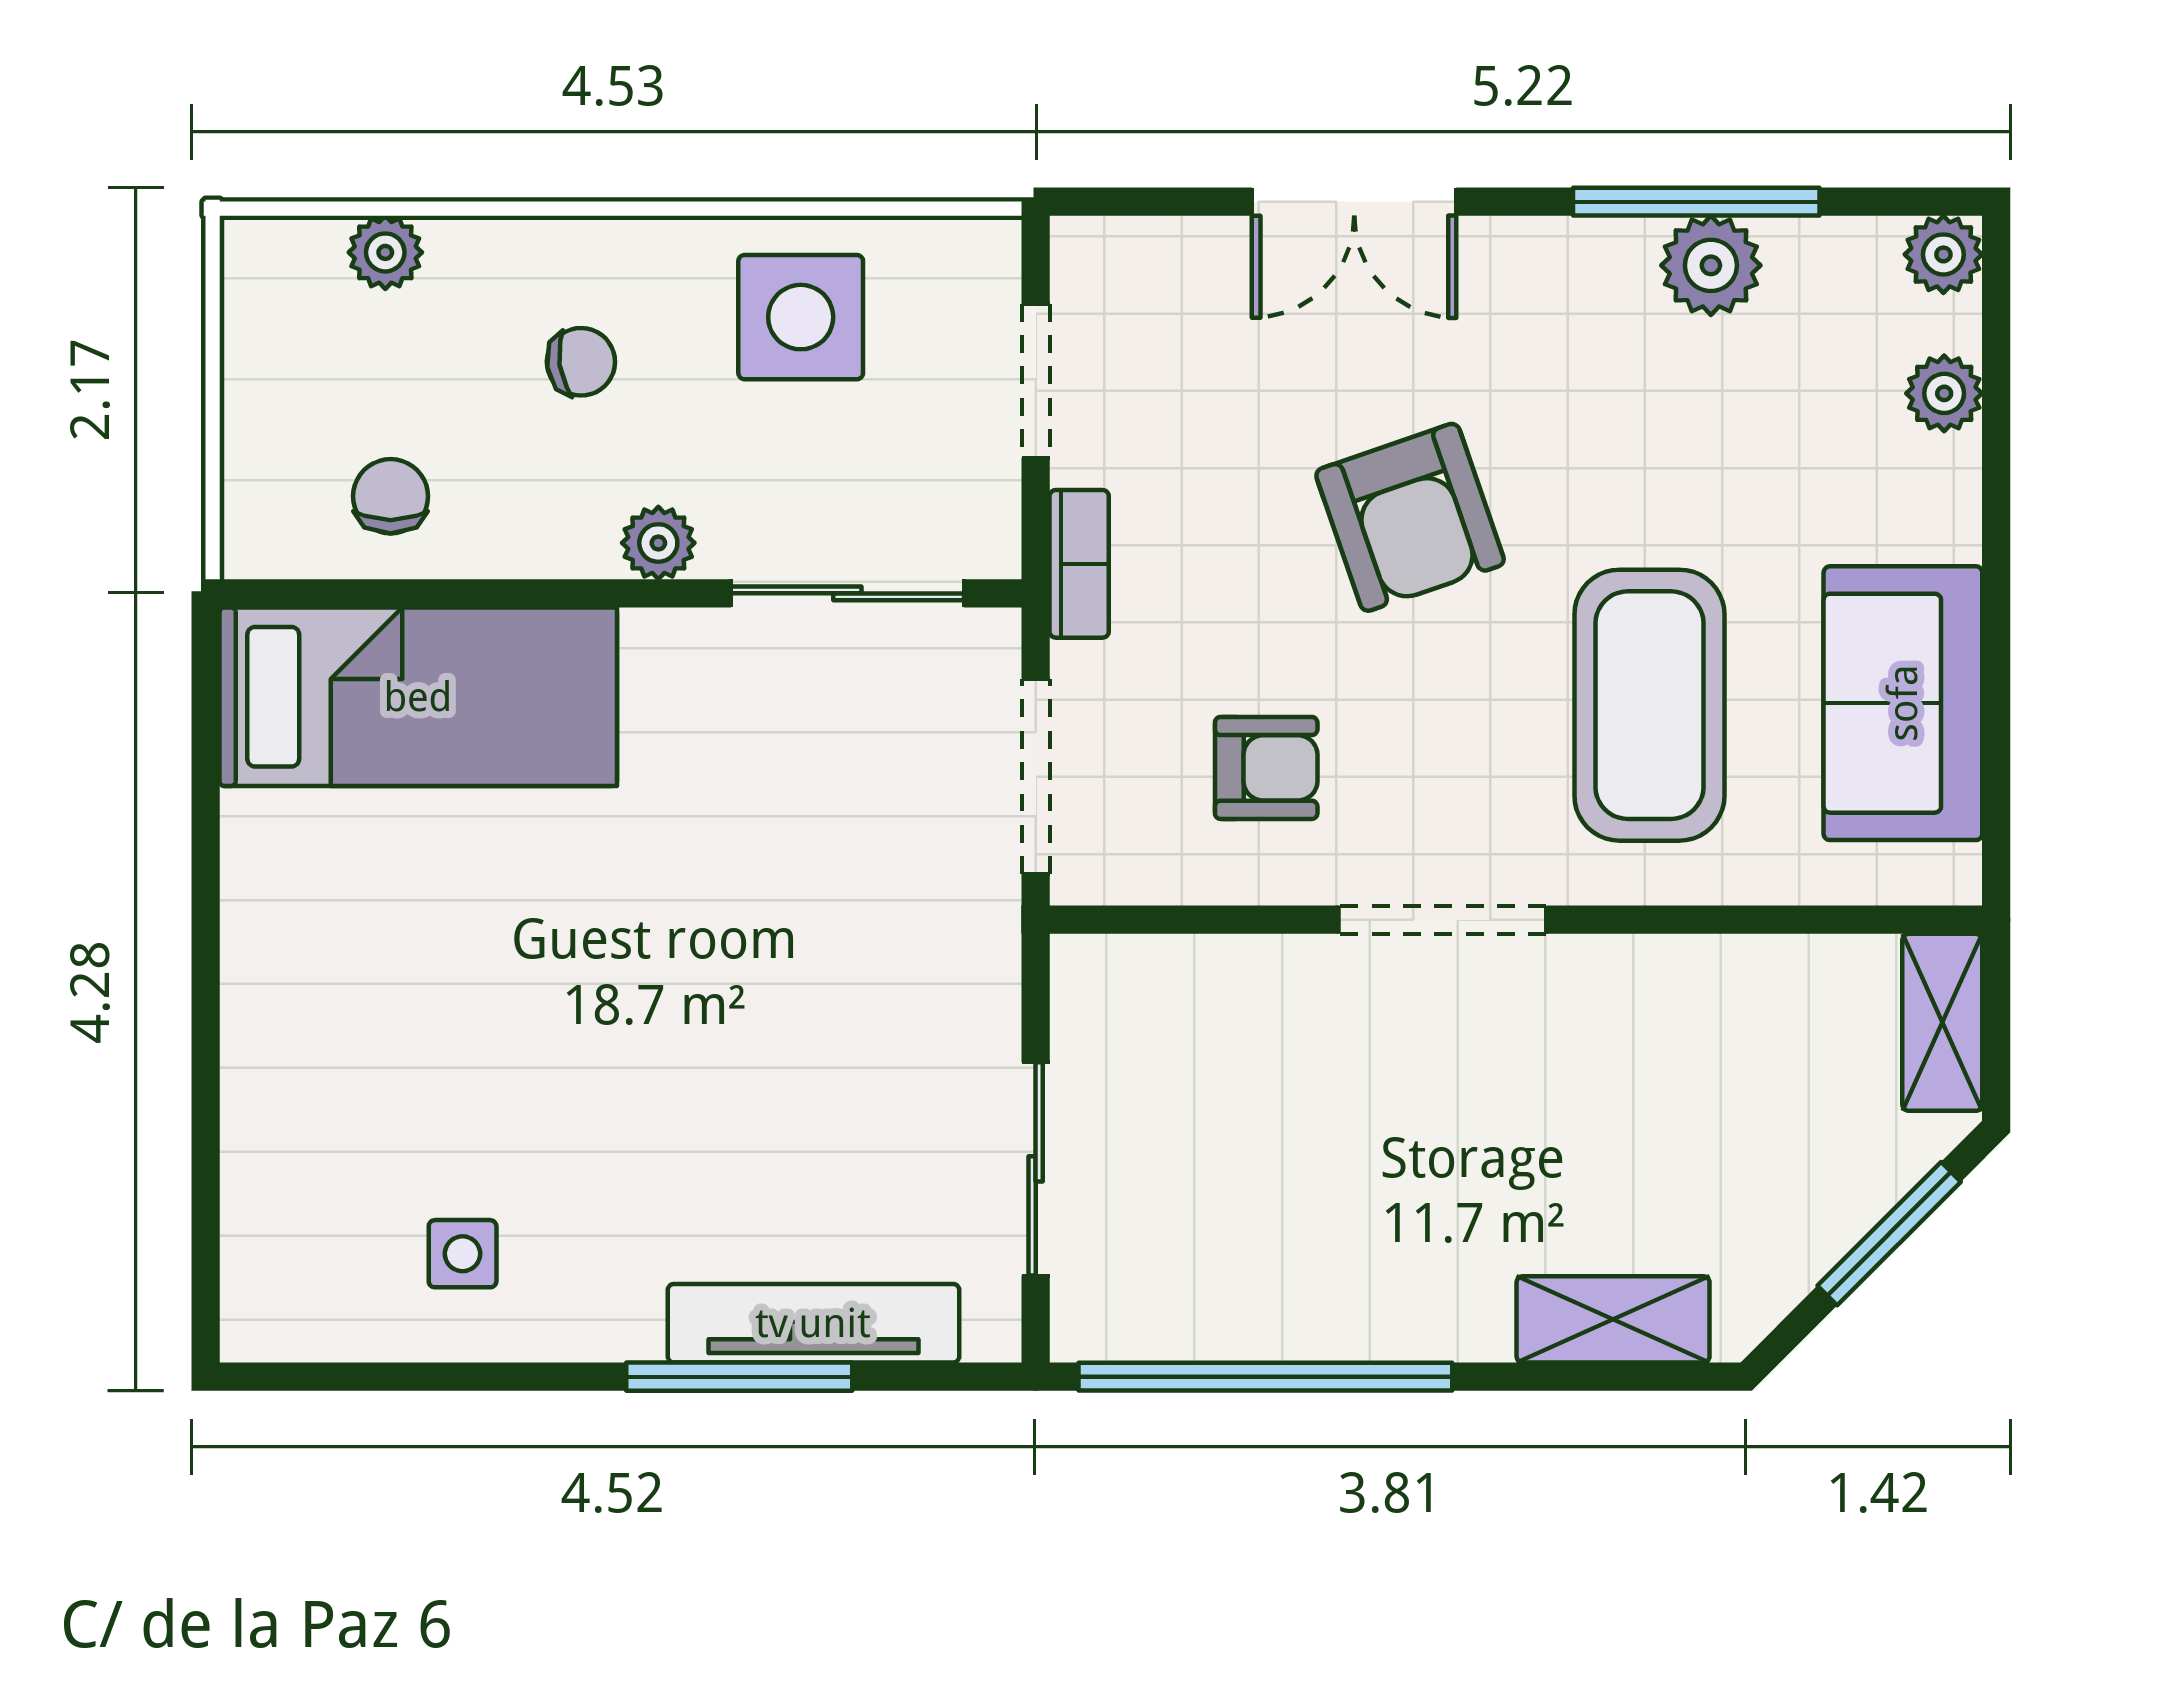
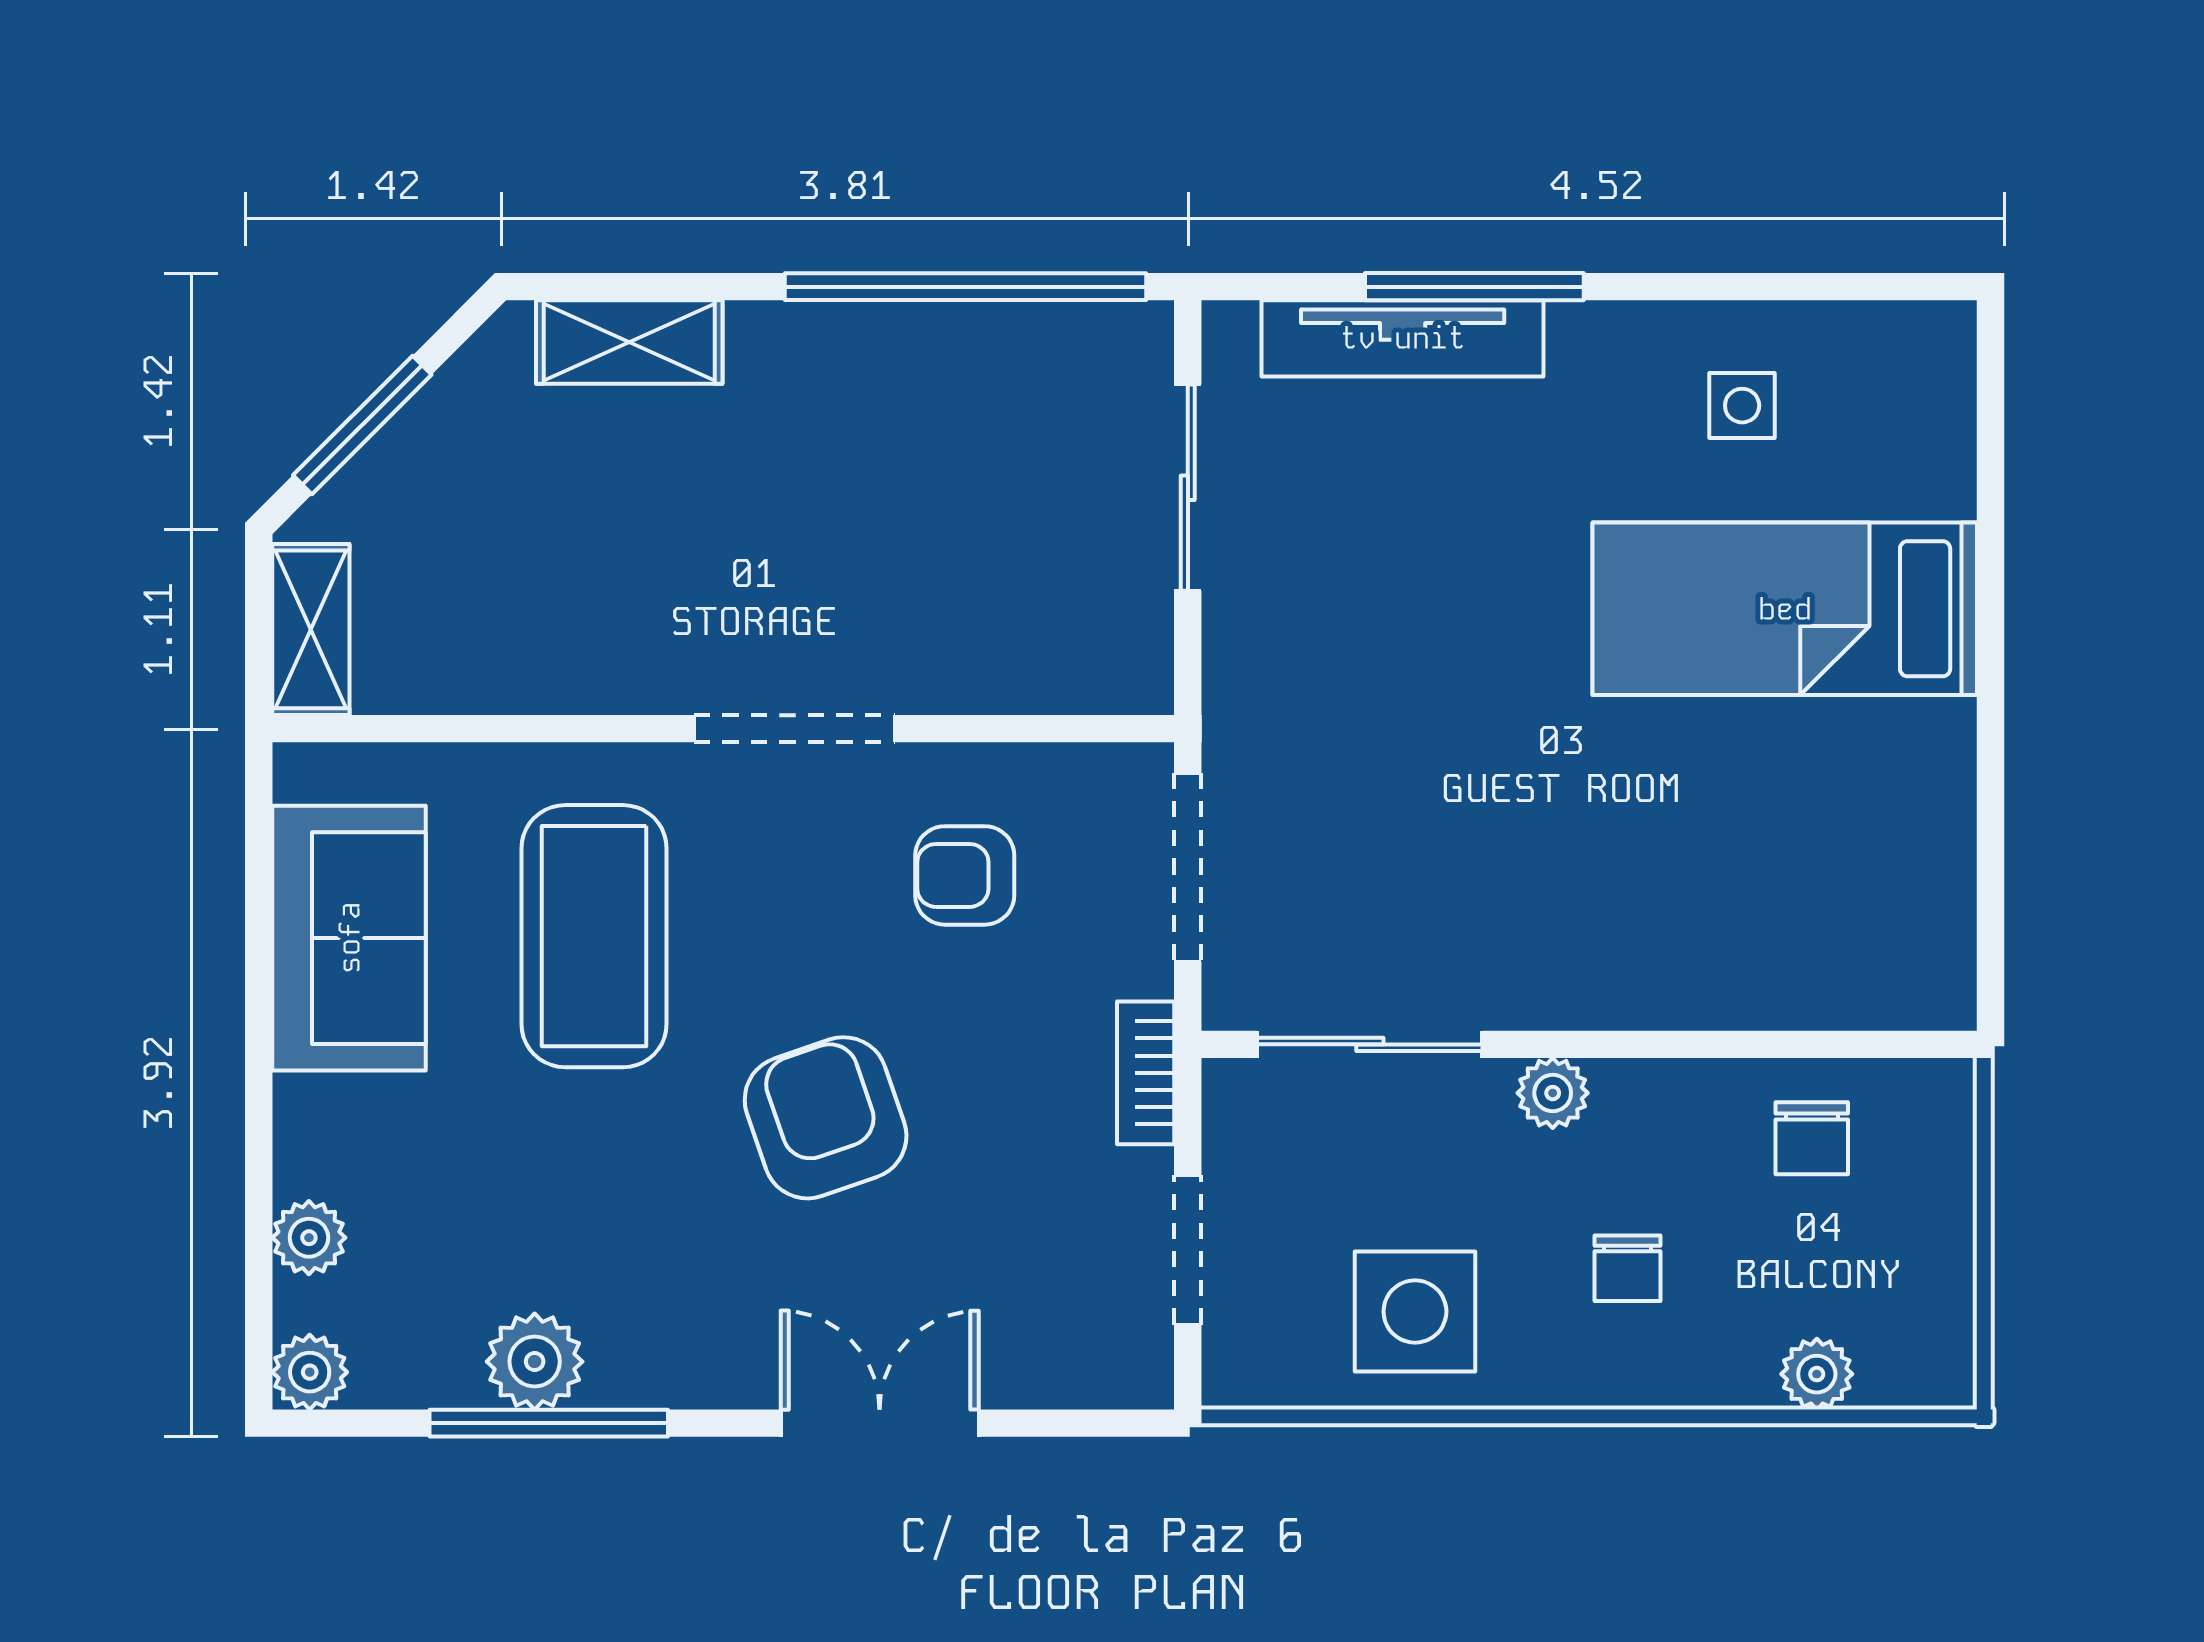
chair: (581, 362) -> (1628, 1268), turned -82
bed: (418, 697) -> (1785, 609), moved

